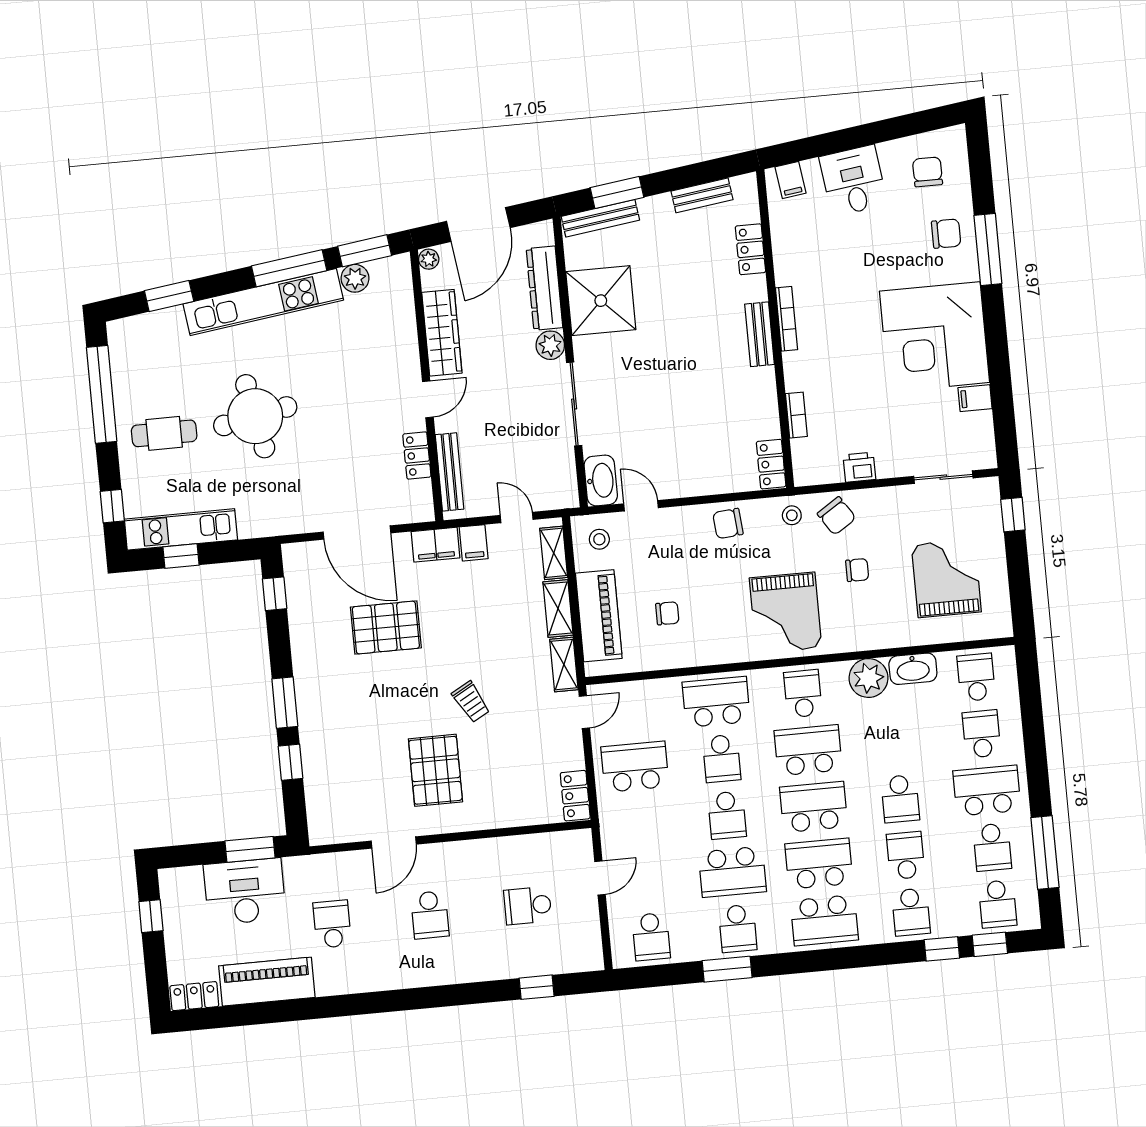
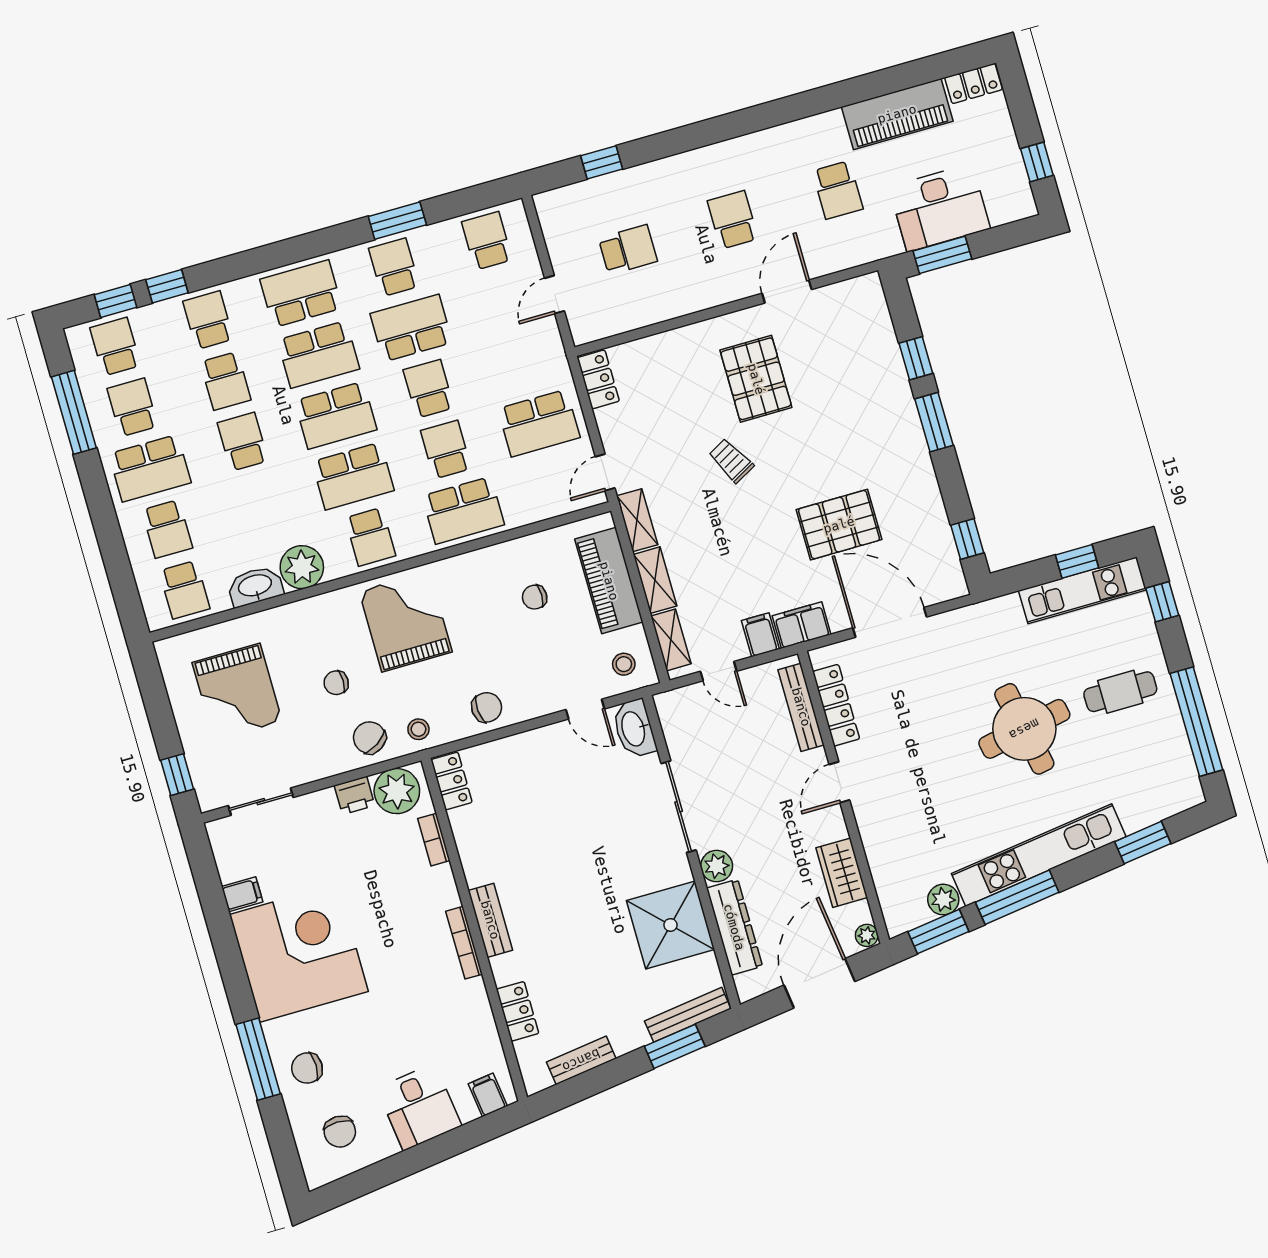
wardrobe: (442, 333) -> (842, 873), width x0.67
locker: (417, 455) -> (836, 705), width x1.53
plant: (821, 464) -> (397, 791), added

